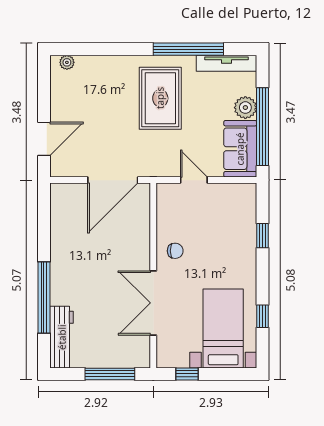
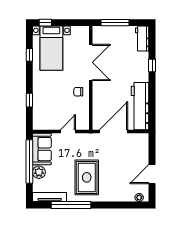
door: (44, 139) -> (152, 174), moved
door: (194, 180) -> (68, 131), swing flipped
workbench: (65, 225) -> (140, 106), added
window: (44, 298) -> (152, 65), width x0.32
workbench: (62, 337) -> (142, 39), width x0.73
window: (187, 374) -> (45, 23), moved

